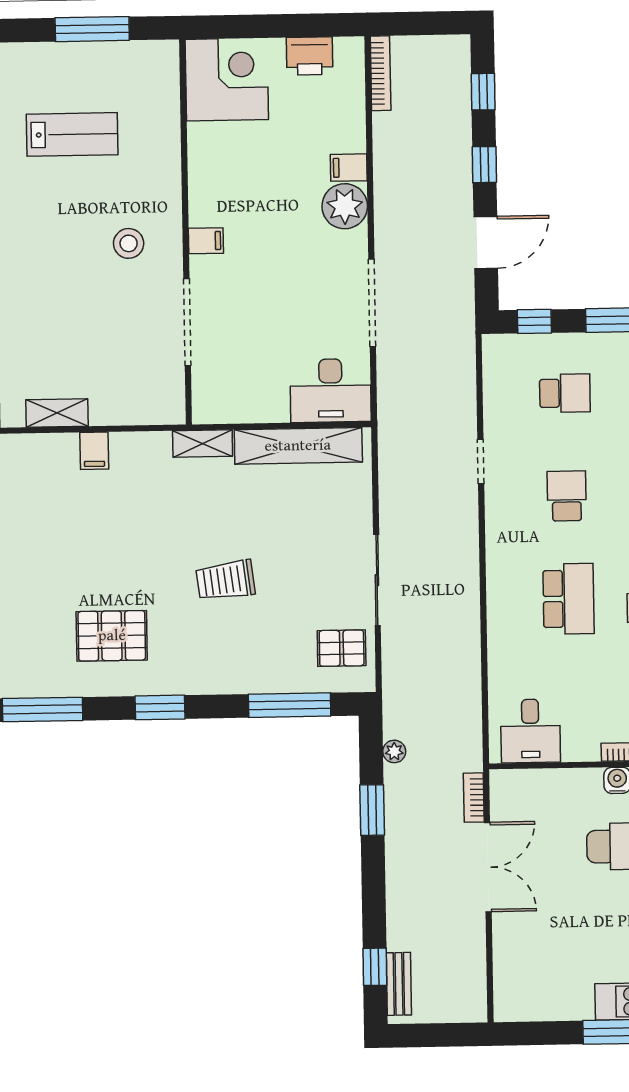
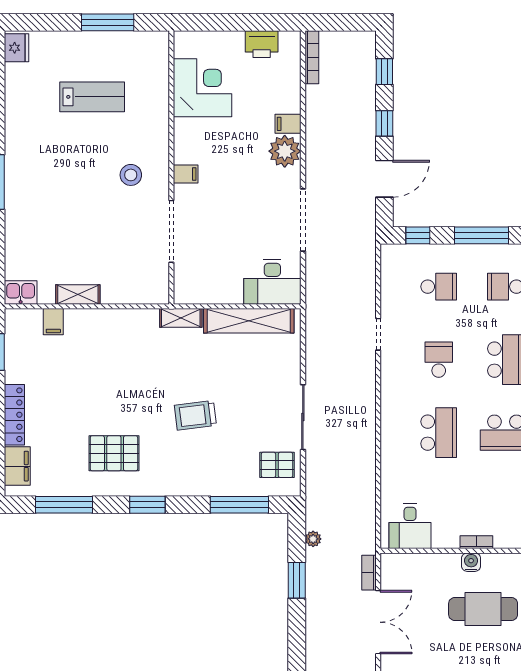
corner desk: (227, 79) -> (203, 88), moved
filing cabinet: (94, 451) -> (53, 322), moved

